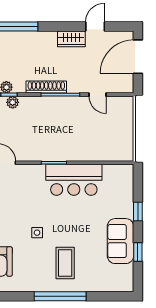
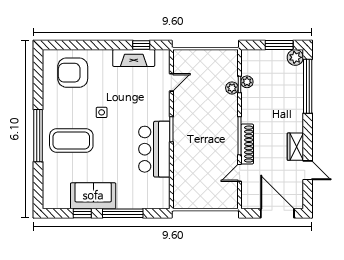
shoe rack: (46, 87) -> (247, 144), moved
window: (138, 212) -> (123, 213), width x2.17
coffee table: (65, 263) -> (71, 140), width x1.36, depth x1.32

